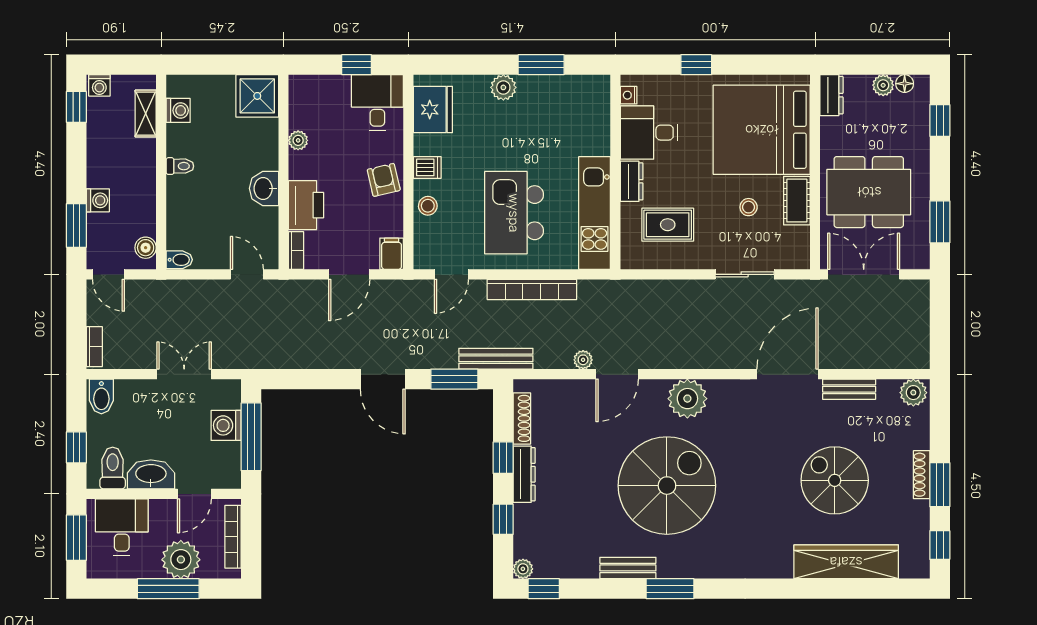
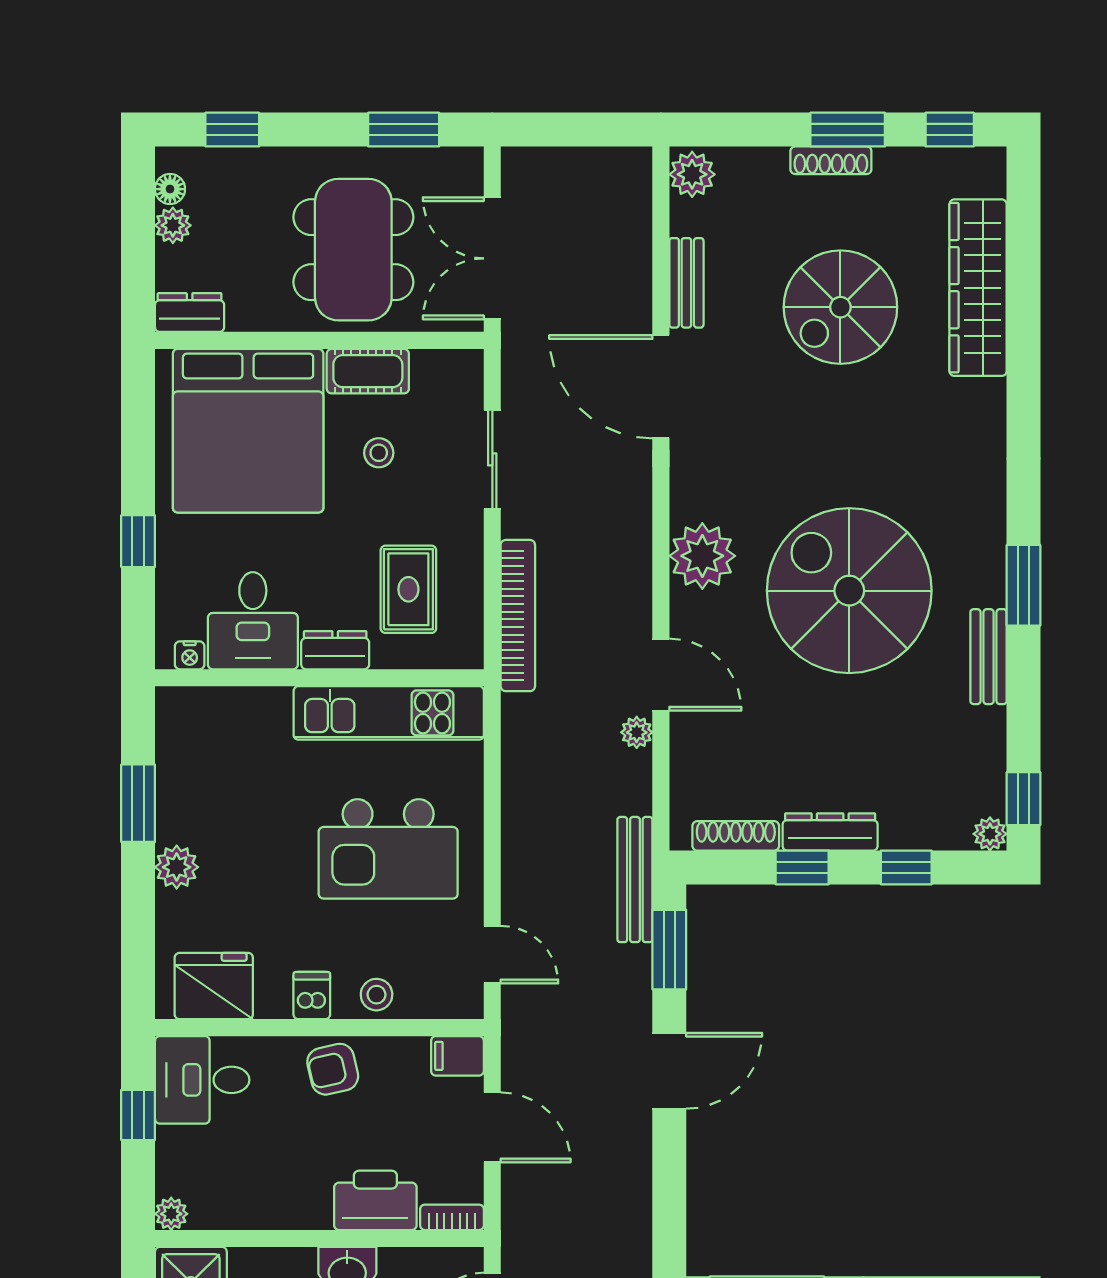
plant: (298, 140) -> (171, 1214), moved
bookcase: (532, 289) -> (518, 616), moved

